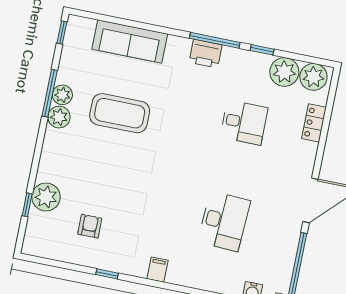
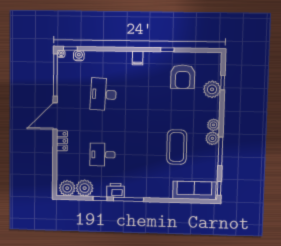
sofa: (130, 42) -> (194, 190), moved
printer: (205, 54) -> (115, 190), moved
plant: (62, 95) -> (213, 125), moved
coffee table: (120, 113) -> (177, 147), turned 90
locker: (314, 123) -> (62, 141), moved
armchair: (90, 226) -> (183, 77), width x1.88, depth x1.88

